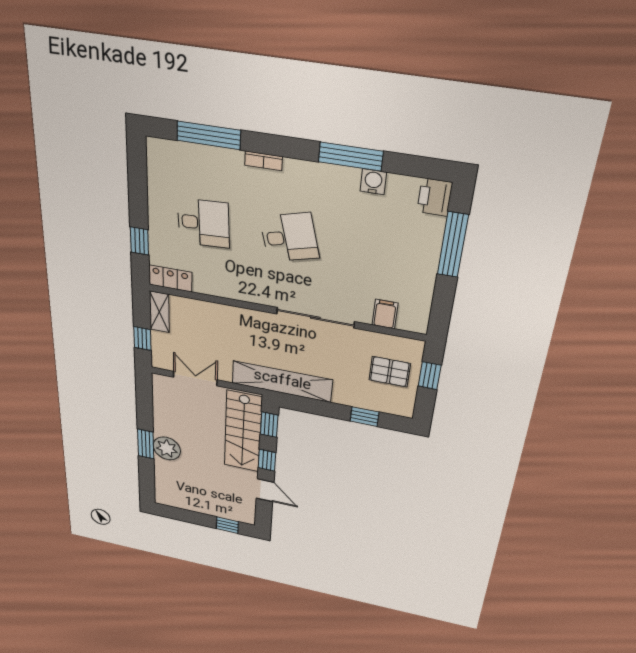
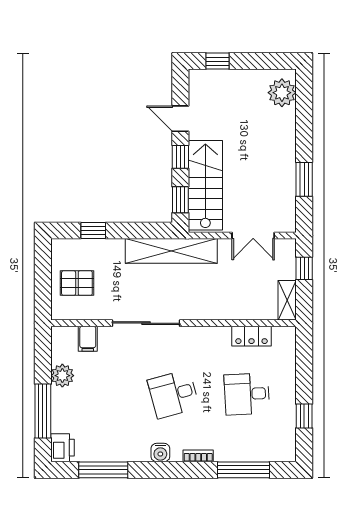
window: (351, 157) -> (103, 470), moved
water cooler: (373, 182) -> (160, 453), moved
window: (139, 241) -> (304, 416), moved
locker: (170, 278) -> (251, 336), moved
plant: (421, 280) -> (62, 376), added
window: (430, 376) -> (43, 287), removed
window: (146, 444) -> (304, 179), moved
plant: (167, 448) -> (282, 93), moved

